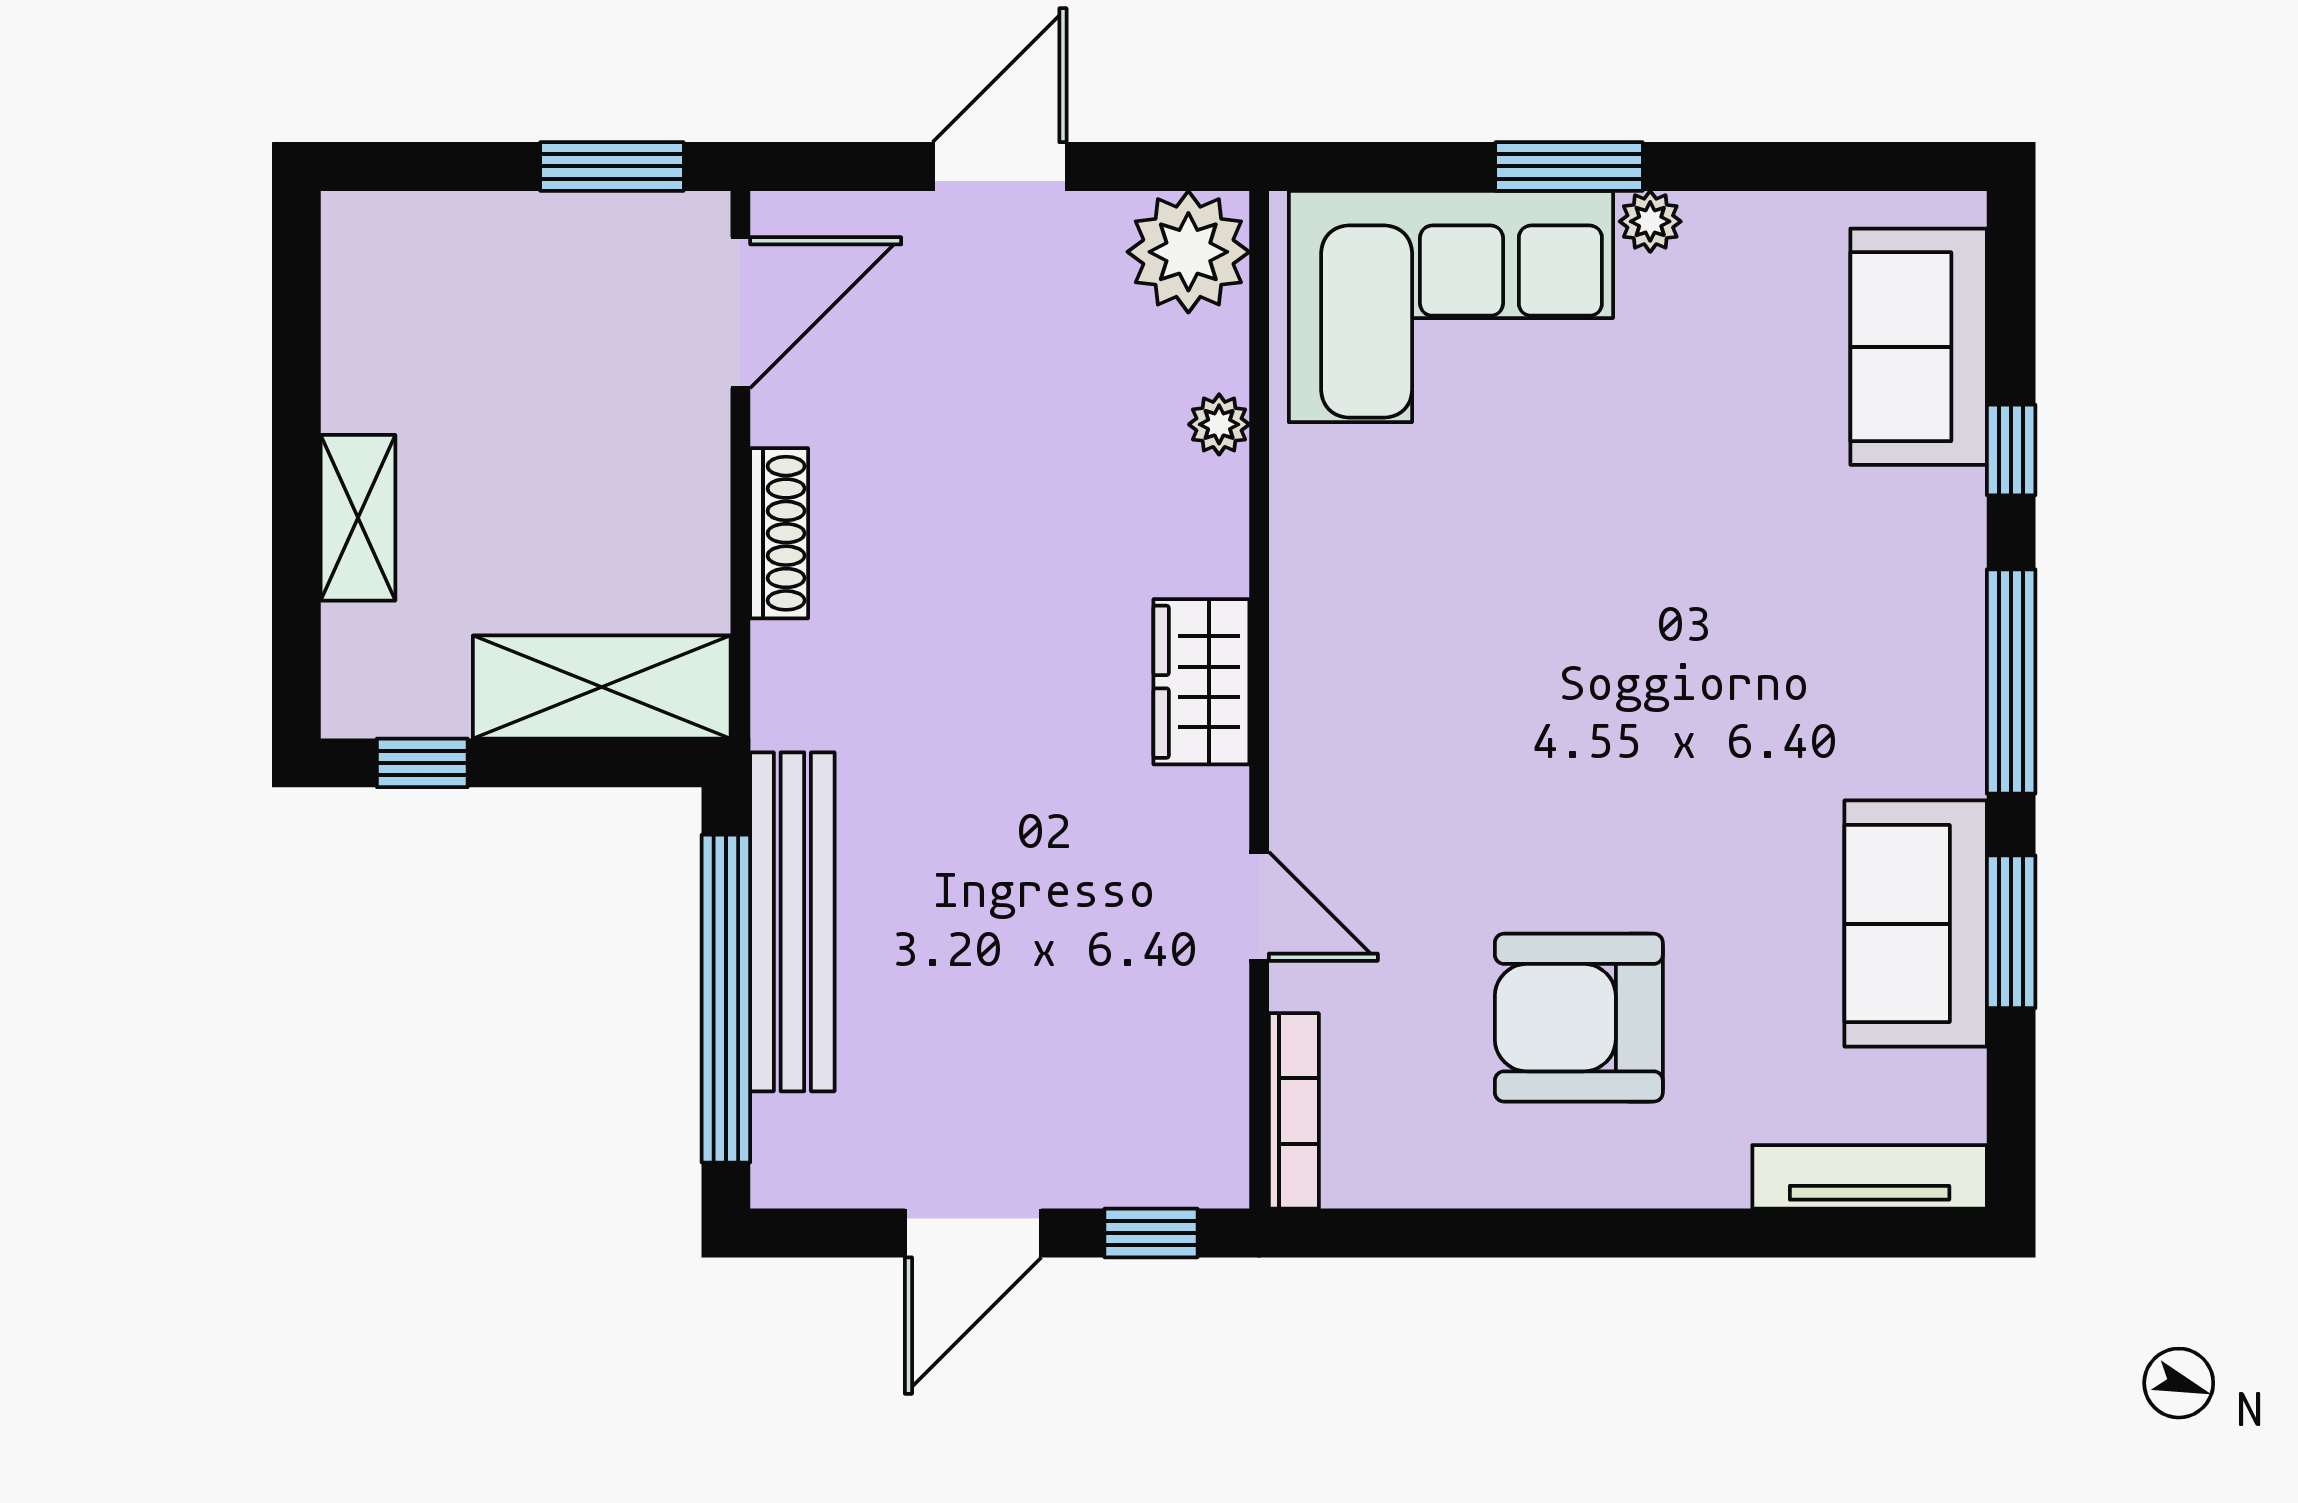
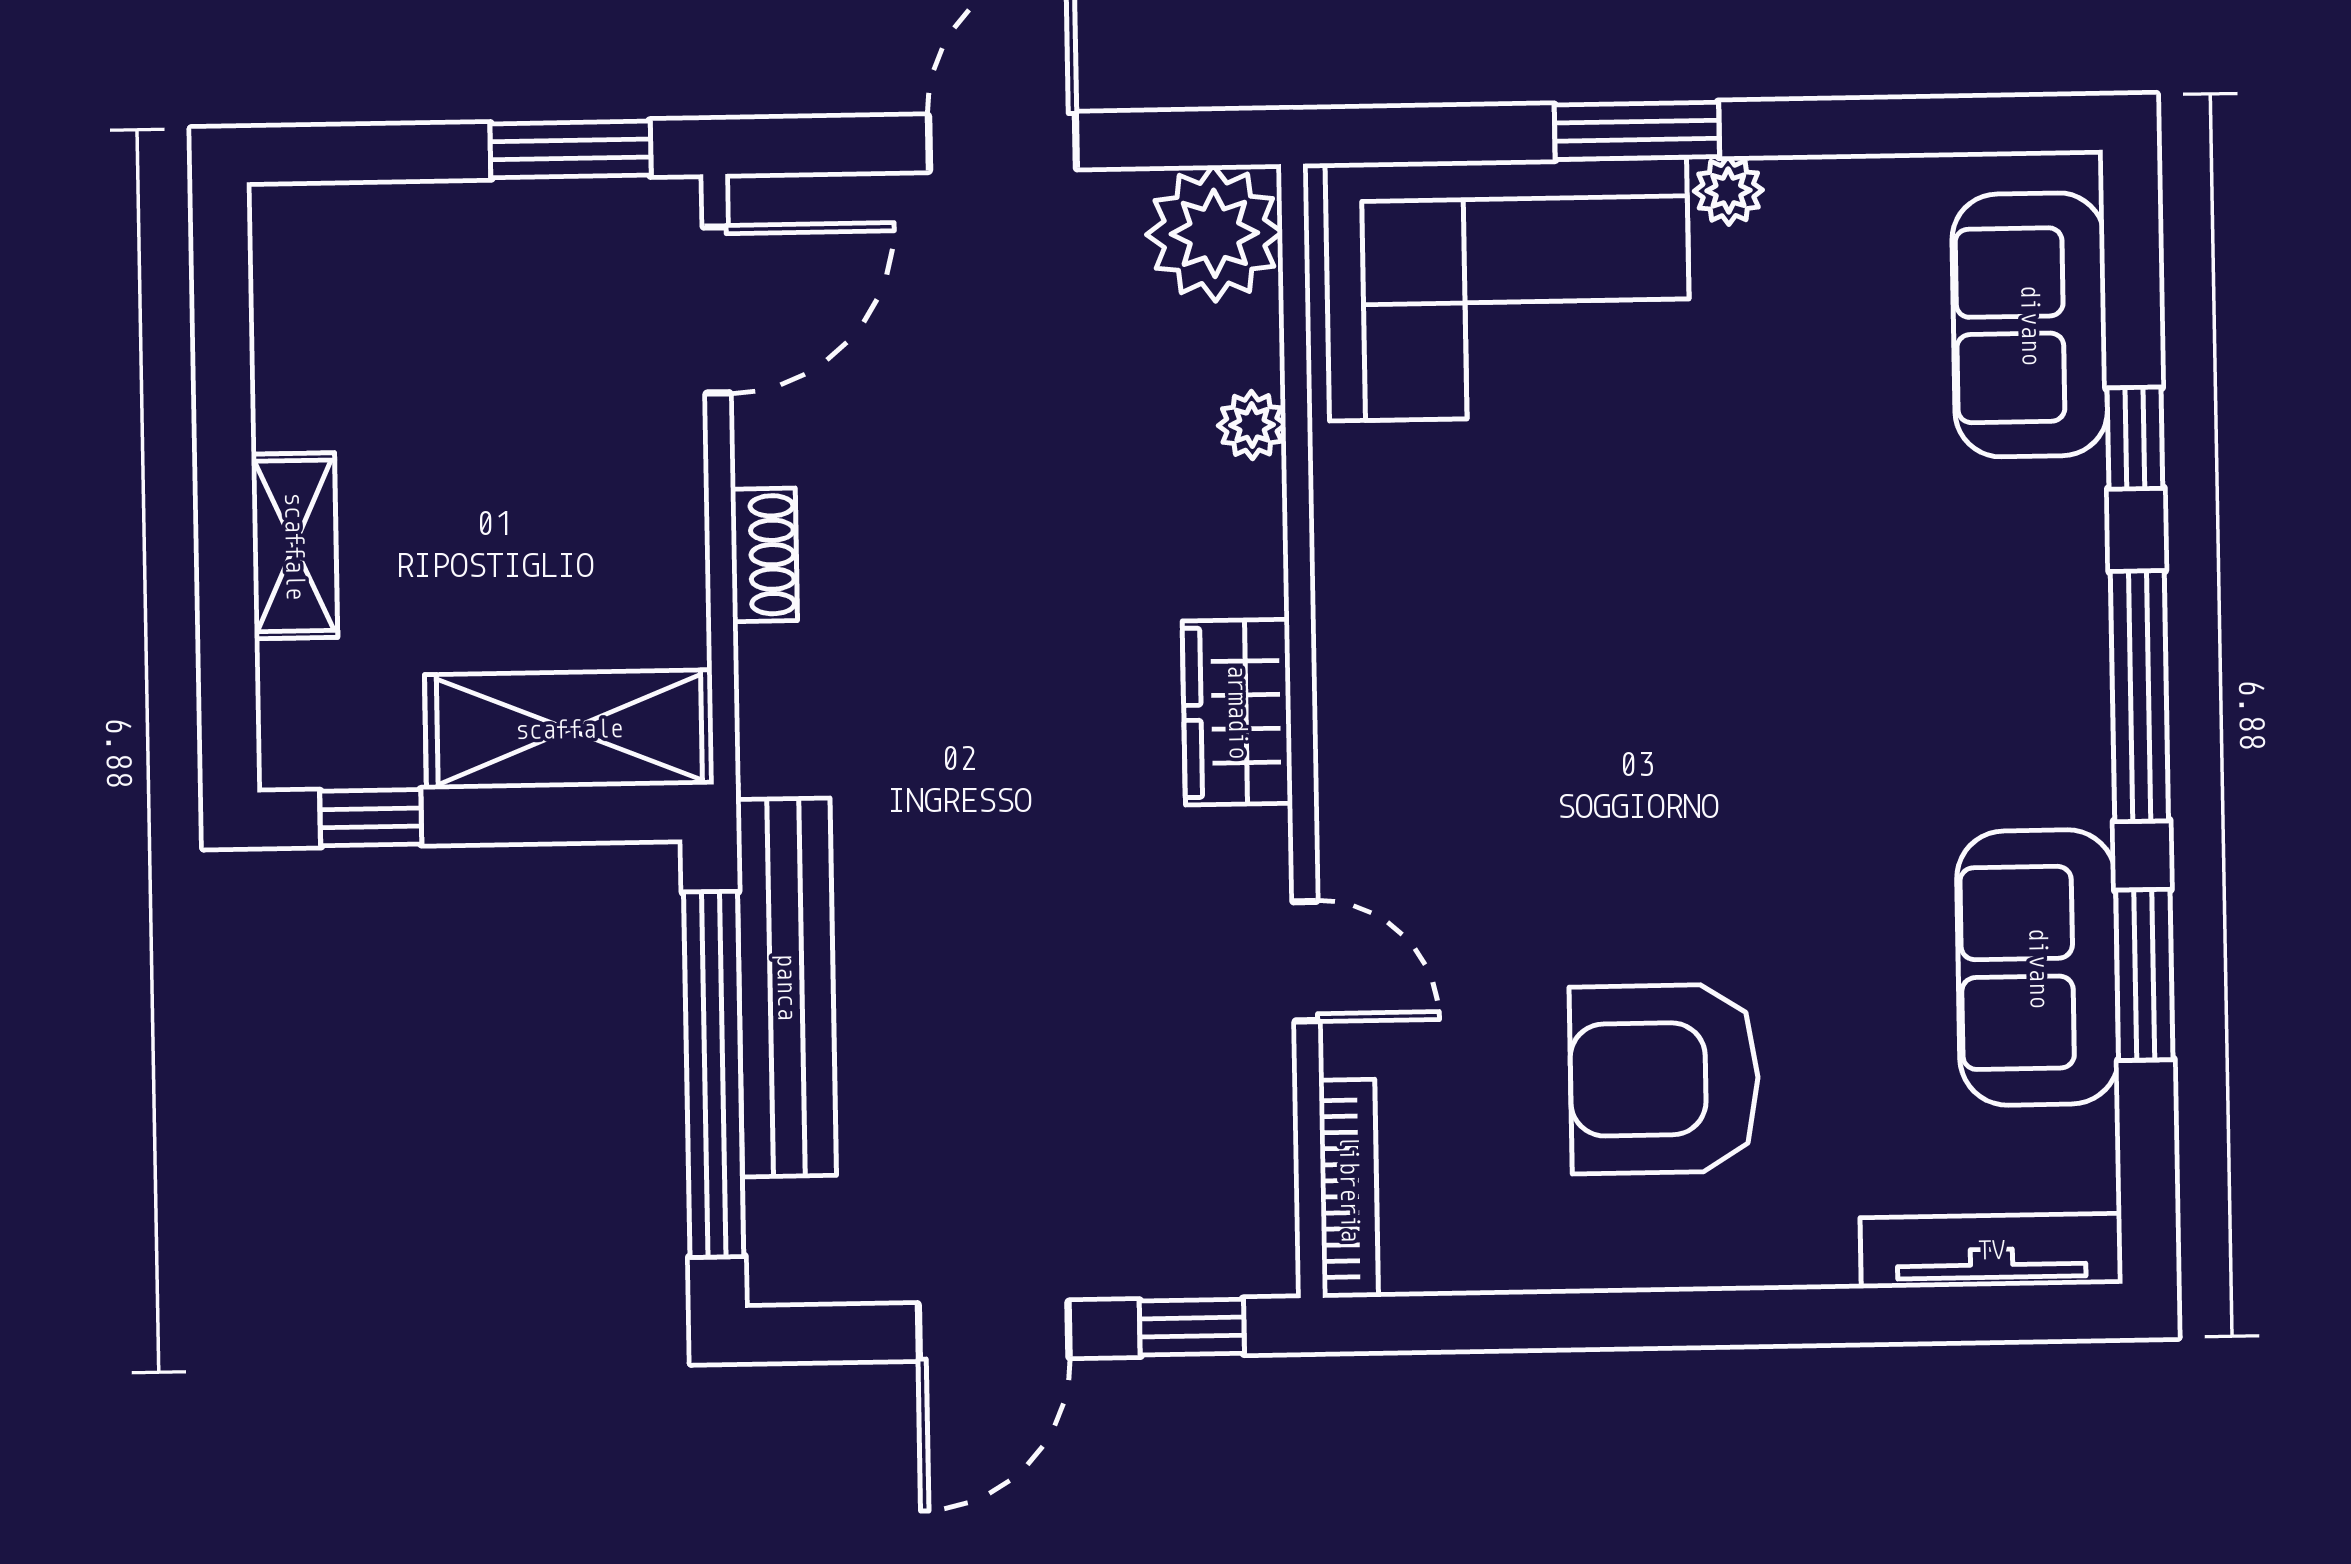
shoe rack: (779, 533) -> (764, 555), width x0.70

